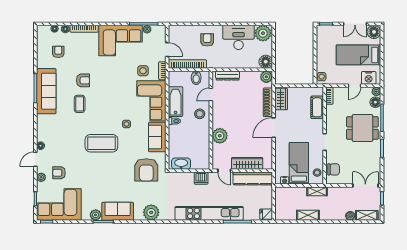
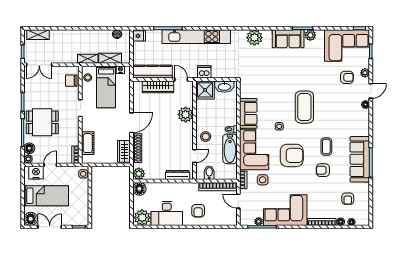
coffee table: (101, 143) -> (304, 107), turned 90
shower: (200, 160) -> (205, 90), added
armchair: (146, 170) -> (292, 155), moved, turned 90
shelving: (308, 215) -> (110, 58), moved
boiler: (350, 216) -> (117, 34), moved

